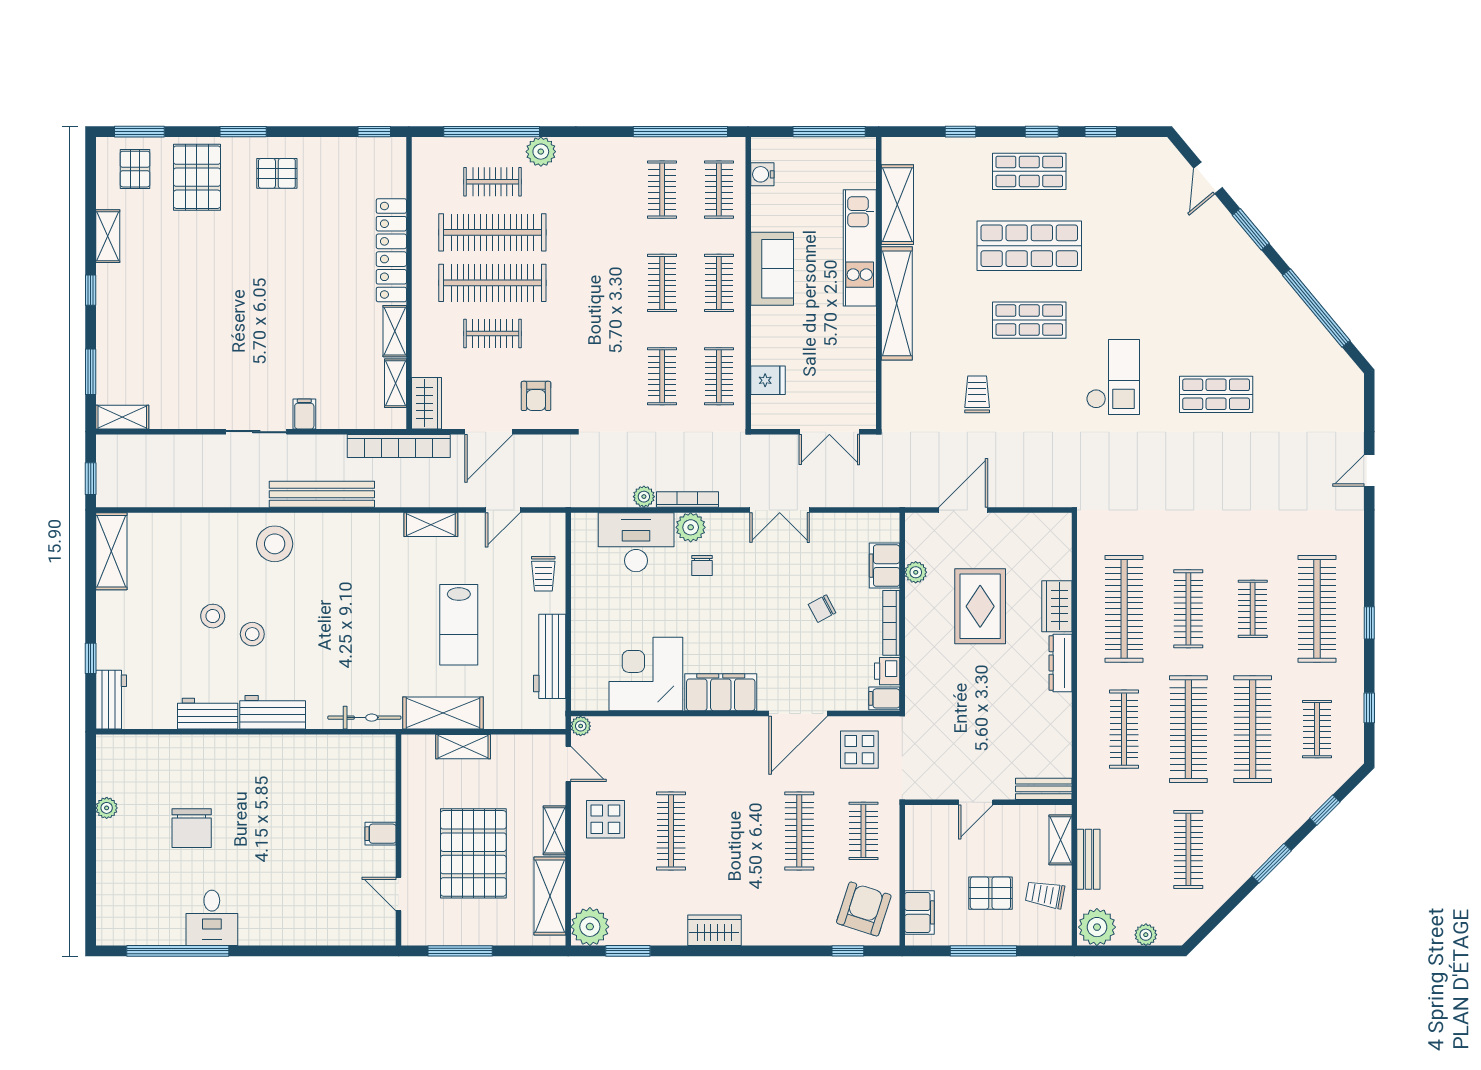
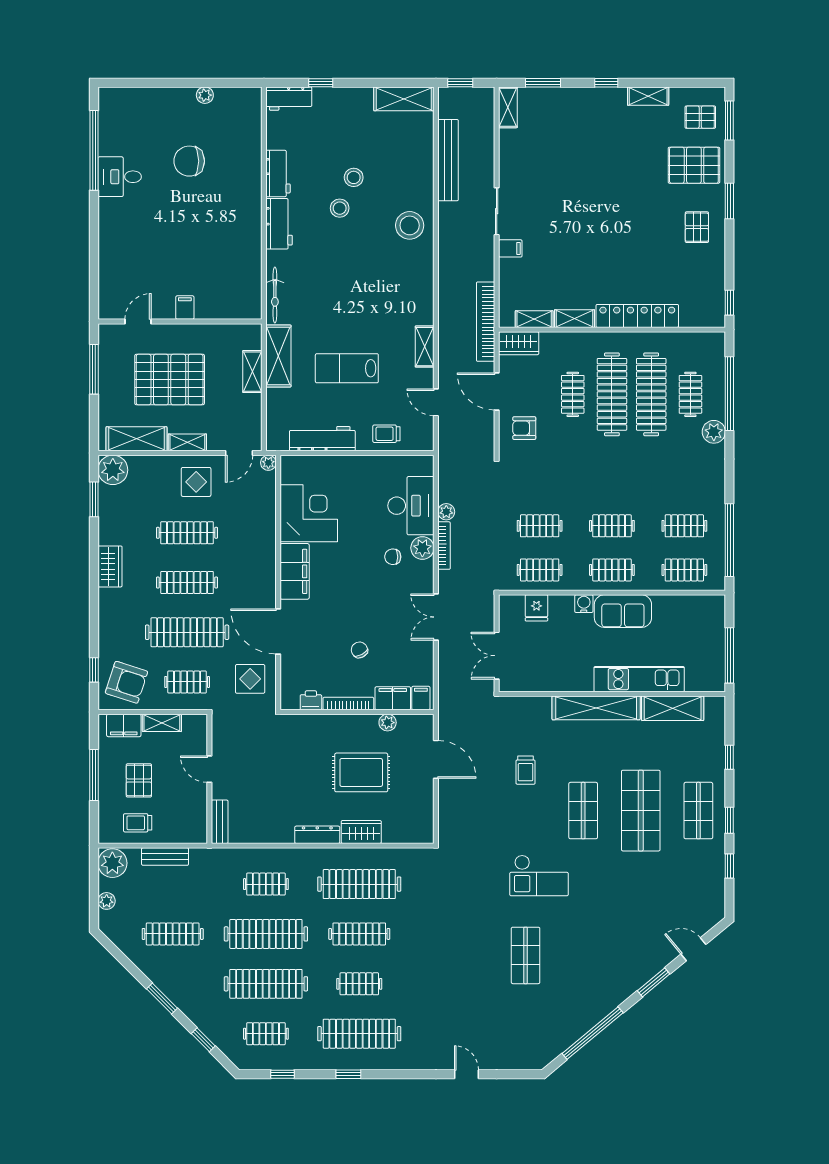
water cooler: (762, 174) -> (584, 604), moved
trolley: (977, 394) -> (526, 770), turned 90
bench: (322, 494) -> (448, 160), moved
filing cabinet: (884, 698) -> (421, 698), moved
clothes rail: (1124, 729) -> (266, 884), width x0.73
clothes rail: (735, 831) -> (187, 583), added
clothes rail: (799, 831) -> (187, 632), width x1.37, depth x1.31
shelving: (1060, 840) -> (162, 723), moved
trolley: (1045, 895) -> (138, 823), turned -100

